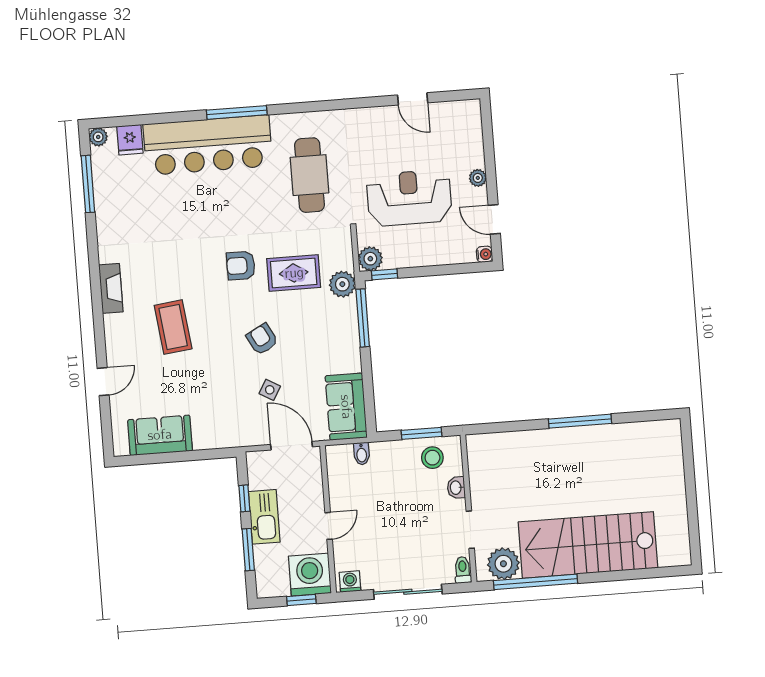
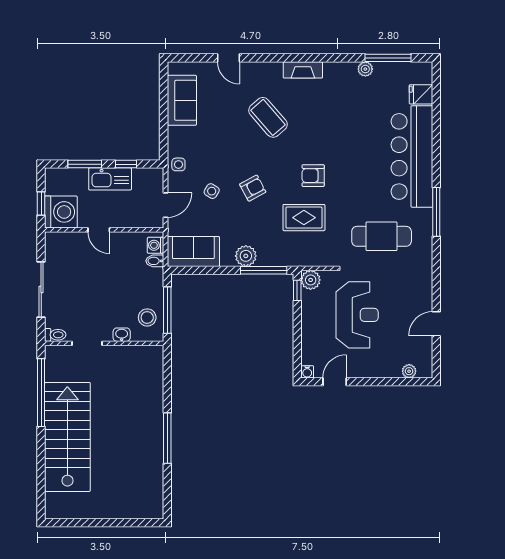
window: (237, 112) -> (436, 212), moved
plant: (98, 137) -> (365, 69), moved
plant: (478, 178) -> (409, 371), moved
armchair: (241, 266) -> (313, 176), turned -90
rug: (294, 273) -> (304, 218), turned 90
plant: (342, 284) -> (246, 256), moved
coffee table: (173, 327) -> (268, 117), turned 56
side table: (240, 433) -> (178, 164), added
window: (422, 433) -> (167, 310), width x1.44
door: (291, 446) -> (165, 205), width x0.73
plant: (503, 564) -> (58, 368), removed
washing machine: (350, 582) -> (156, 245), moved, turned 180

